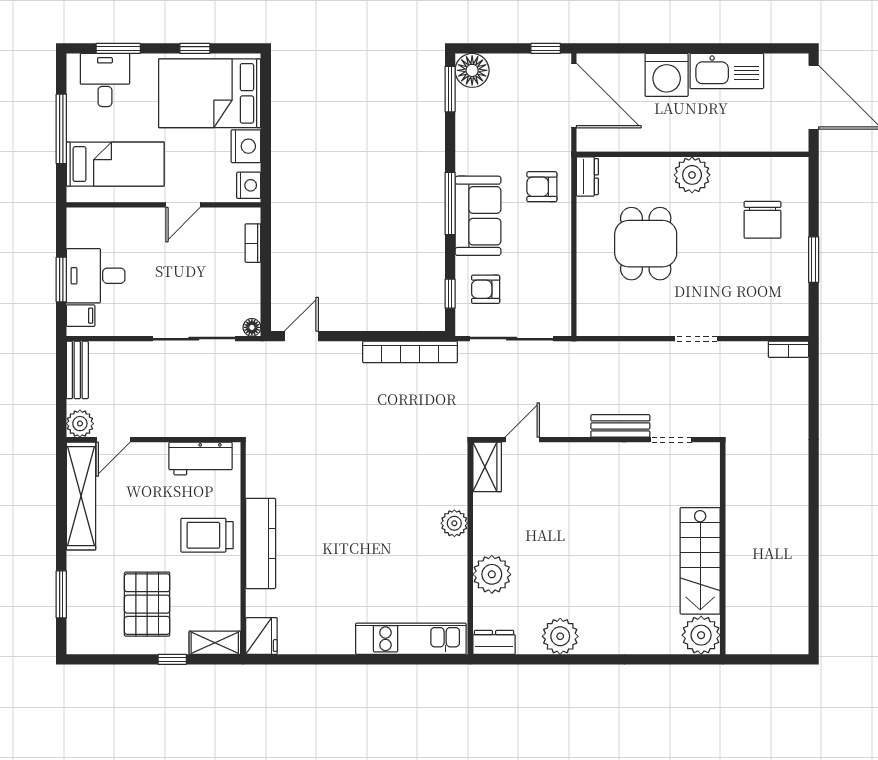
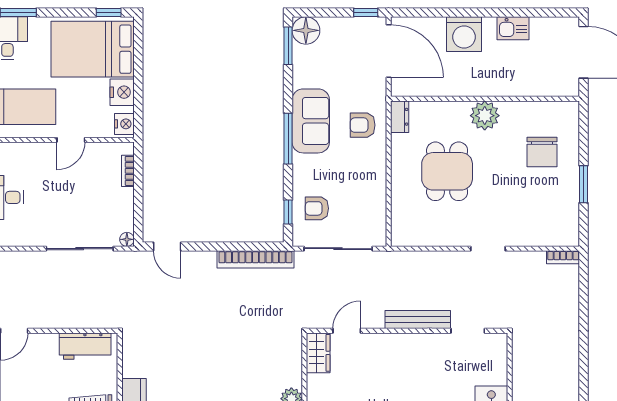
window: (195, 48) -> (109, 13), moved
kitchen sink: (727, 71) -> (513, 28), width x0.53, depth x0.81
sofa: (478, 216) -> (311, 121), moved
door: (301, 336) -> (167, 247), swing flipped
bench: (620, 426) -> (418, 320), width x1.36

